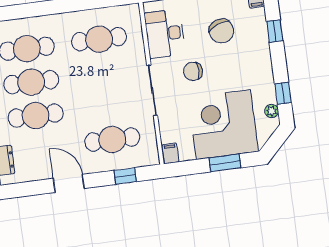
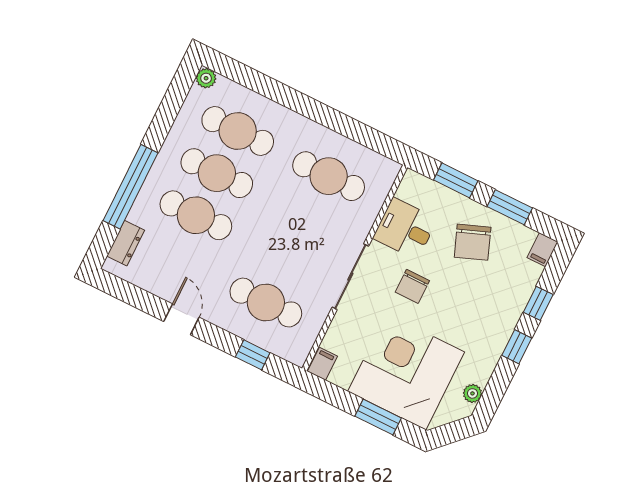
chair: (221, 31) -> (473, 242), moved
desk: (165, 34) -> (405, 229), width x0.73
chair: (193, 71) -> (412, 286), turned -90
window: (283, 93) -> (517, 347), moved
door: (69, 183) -> (181, 319), width x0.73

